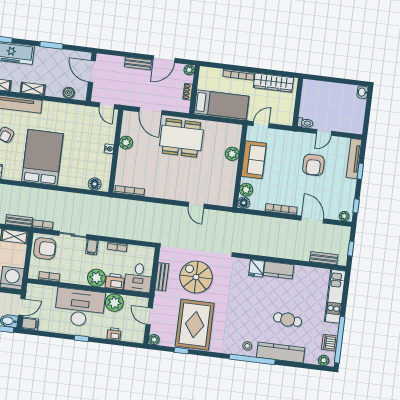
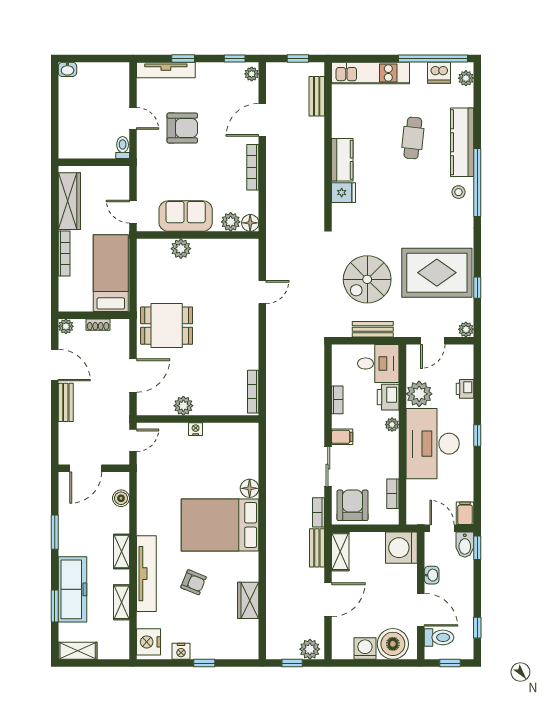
dining table: (181, 138) -> (167, 326), width x0.73
floor lamp: (95, 184) -> (250, 488), moved
plant: (96, 278) -> (392, 425), width x0.53, depth x0.53

